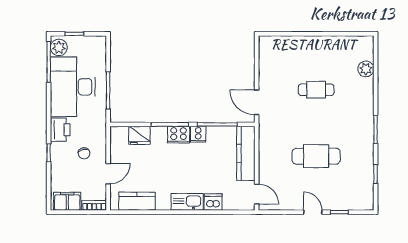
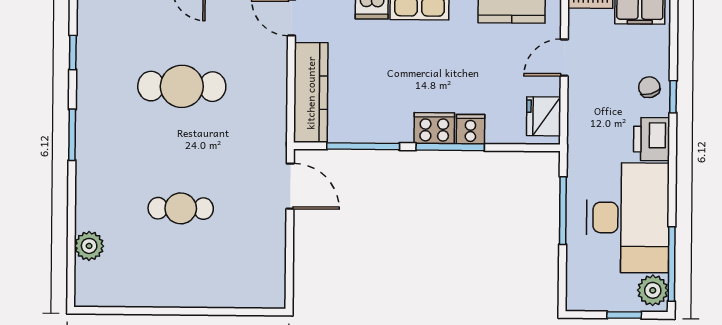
cooker: (198, 134) -> (470, 129), moved
fridge: (139, 135) -> (544, 116), moved, turned -90
chair: (84, 153) -> (649, 87), moved

